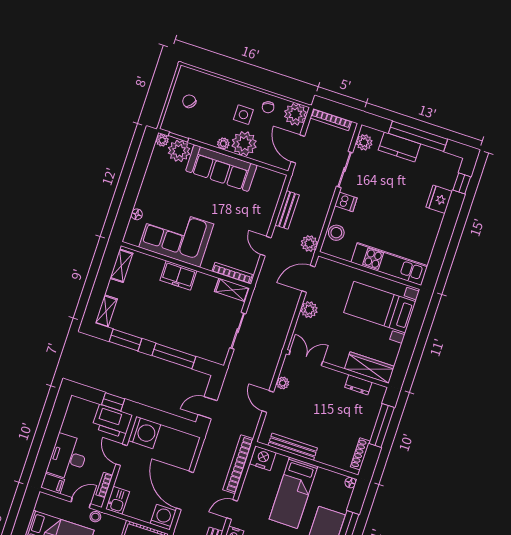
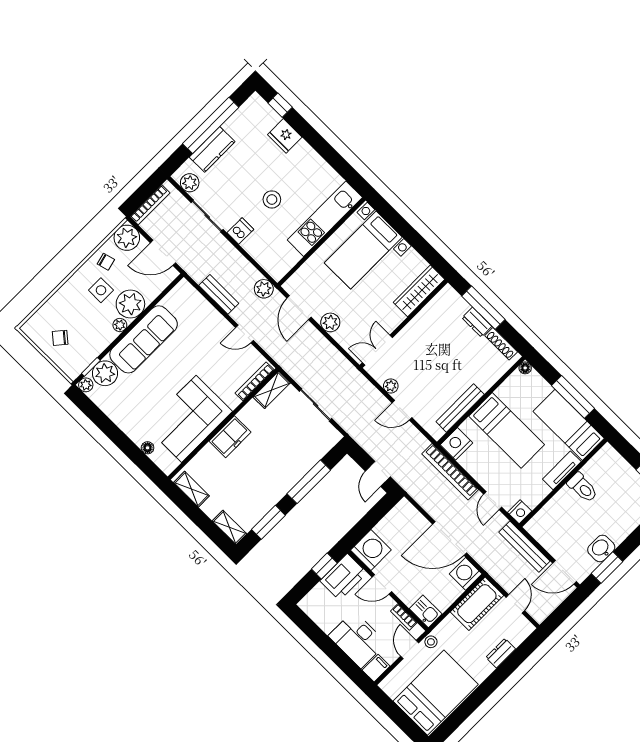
stool: (336, 233) -> (272, 199), moved
dresser: (358, 385) -> (477, 322), moved, turned 90

